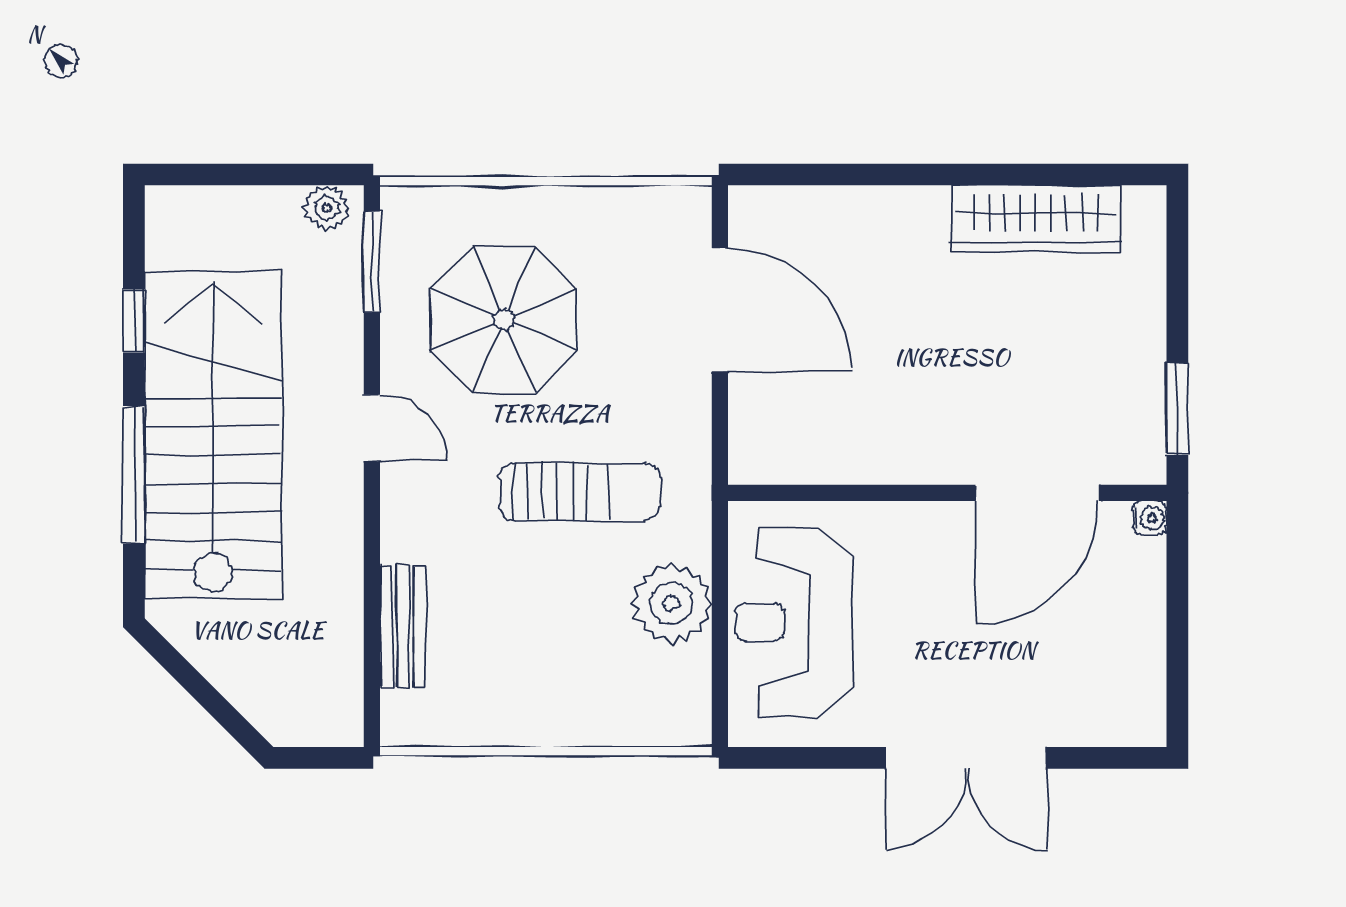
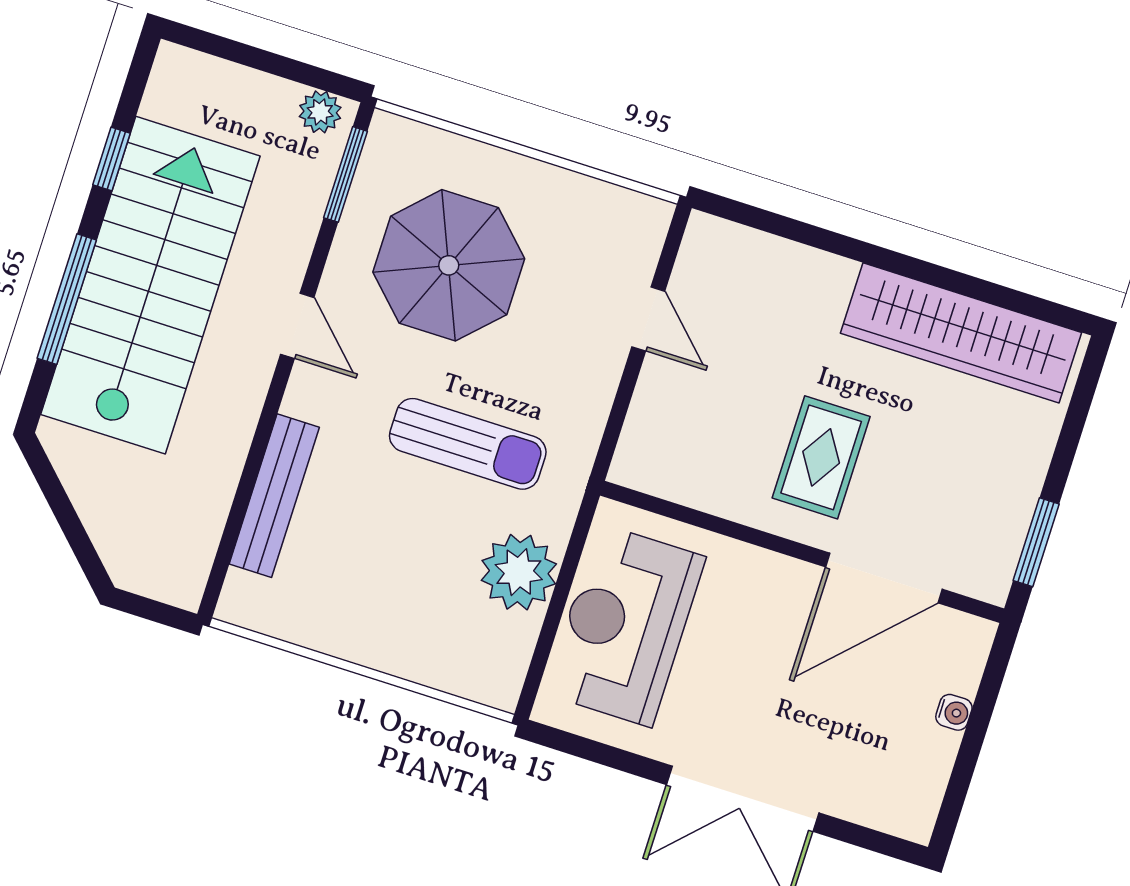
wardrobe: (1036, 218) -> (961, 333), width x1.40, depth x1.17
door: (720, 310) -> (648, 319), width x0.53
rug: (936, 393) -> (821, 457), added
water cooler: (1150, 518) -> (954, 712), moved
bench: (403, 627) -> (274, 496), width x1.36

